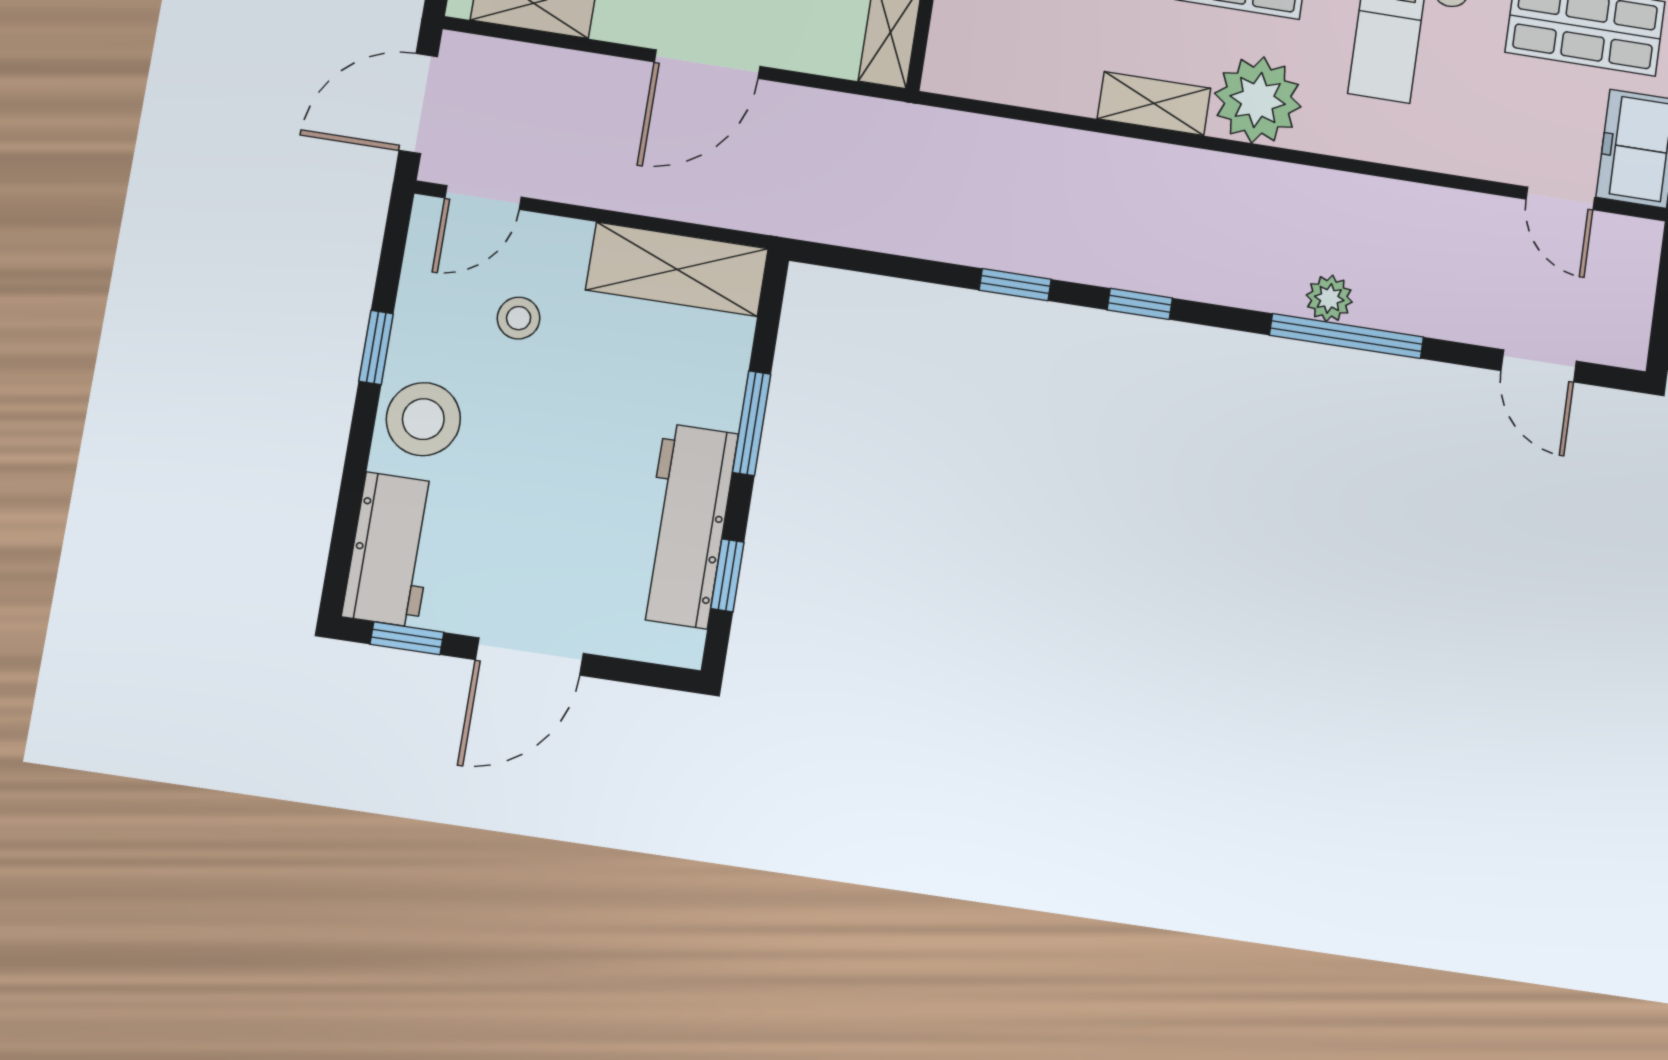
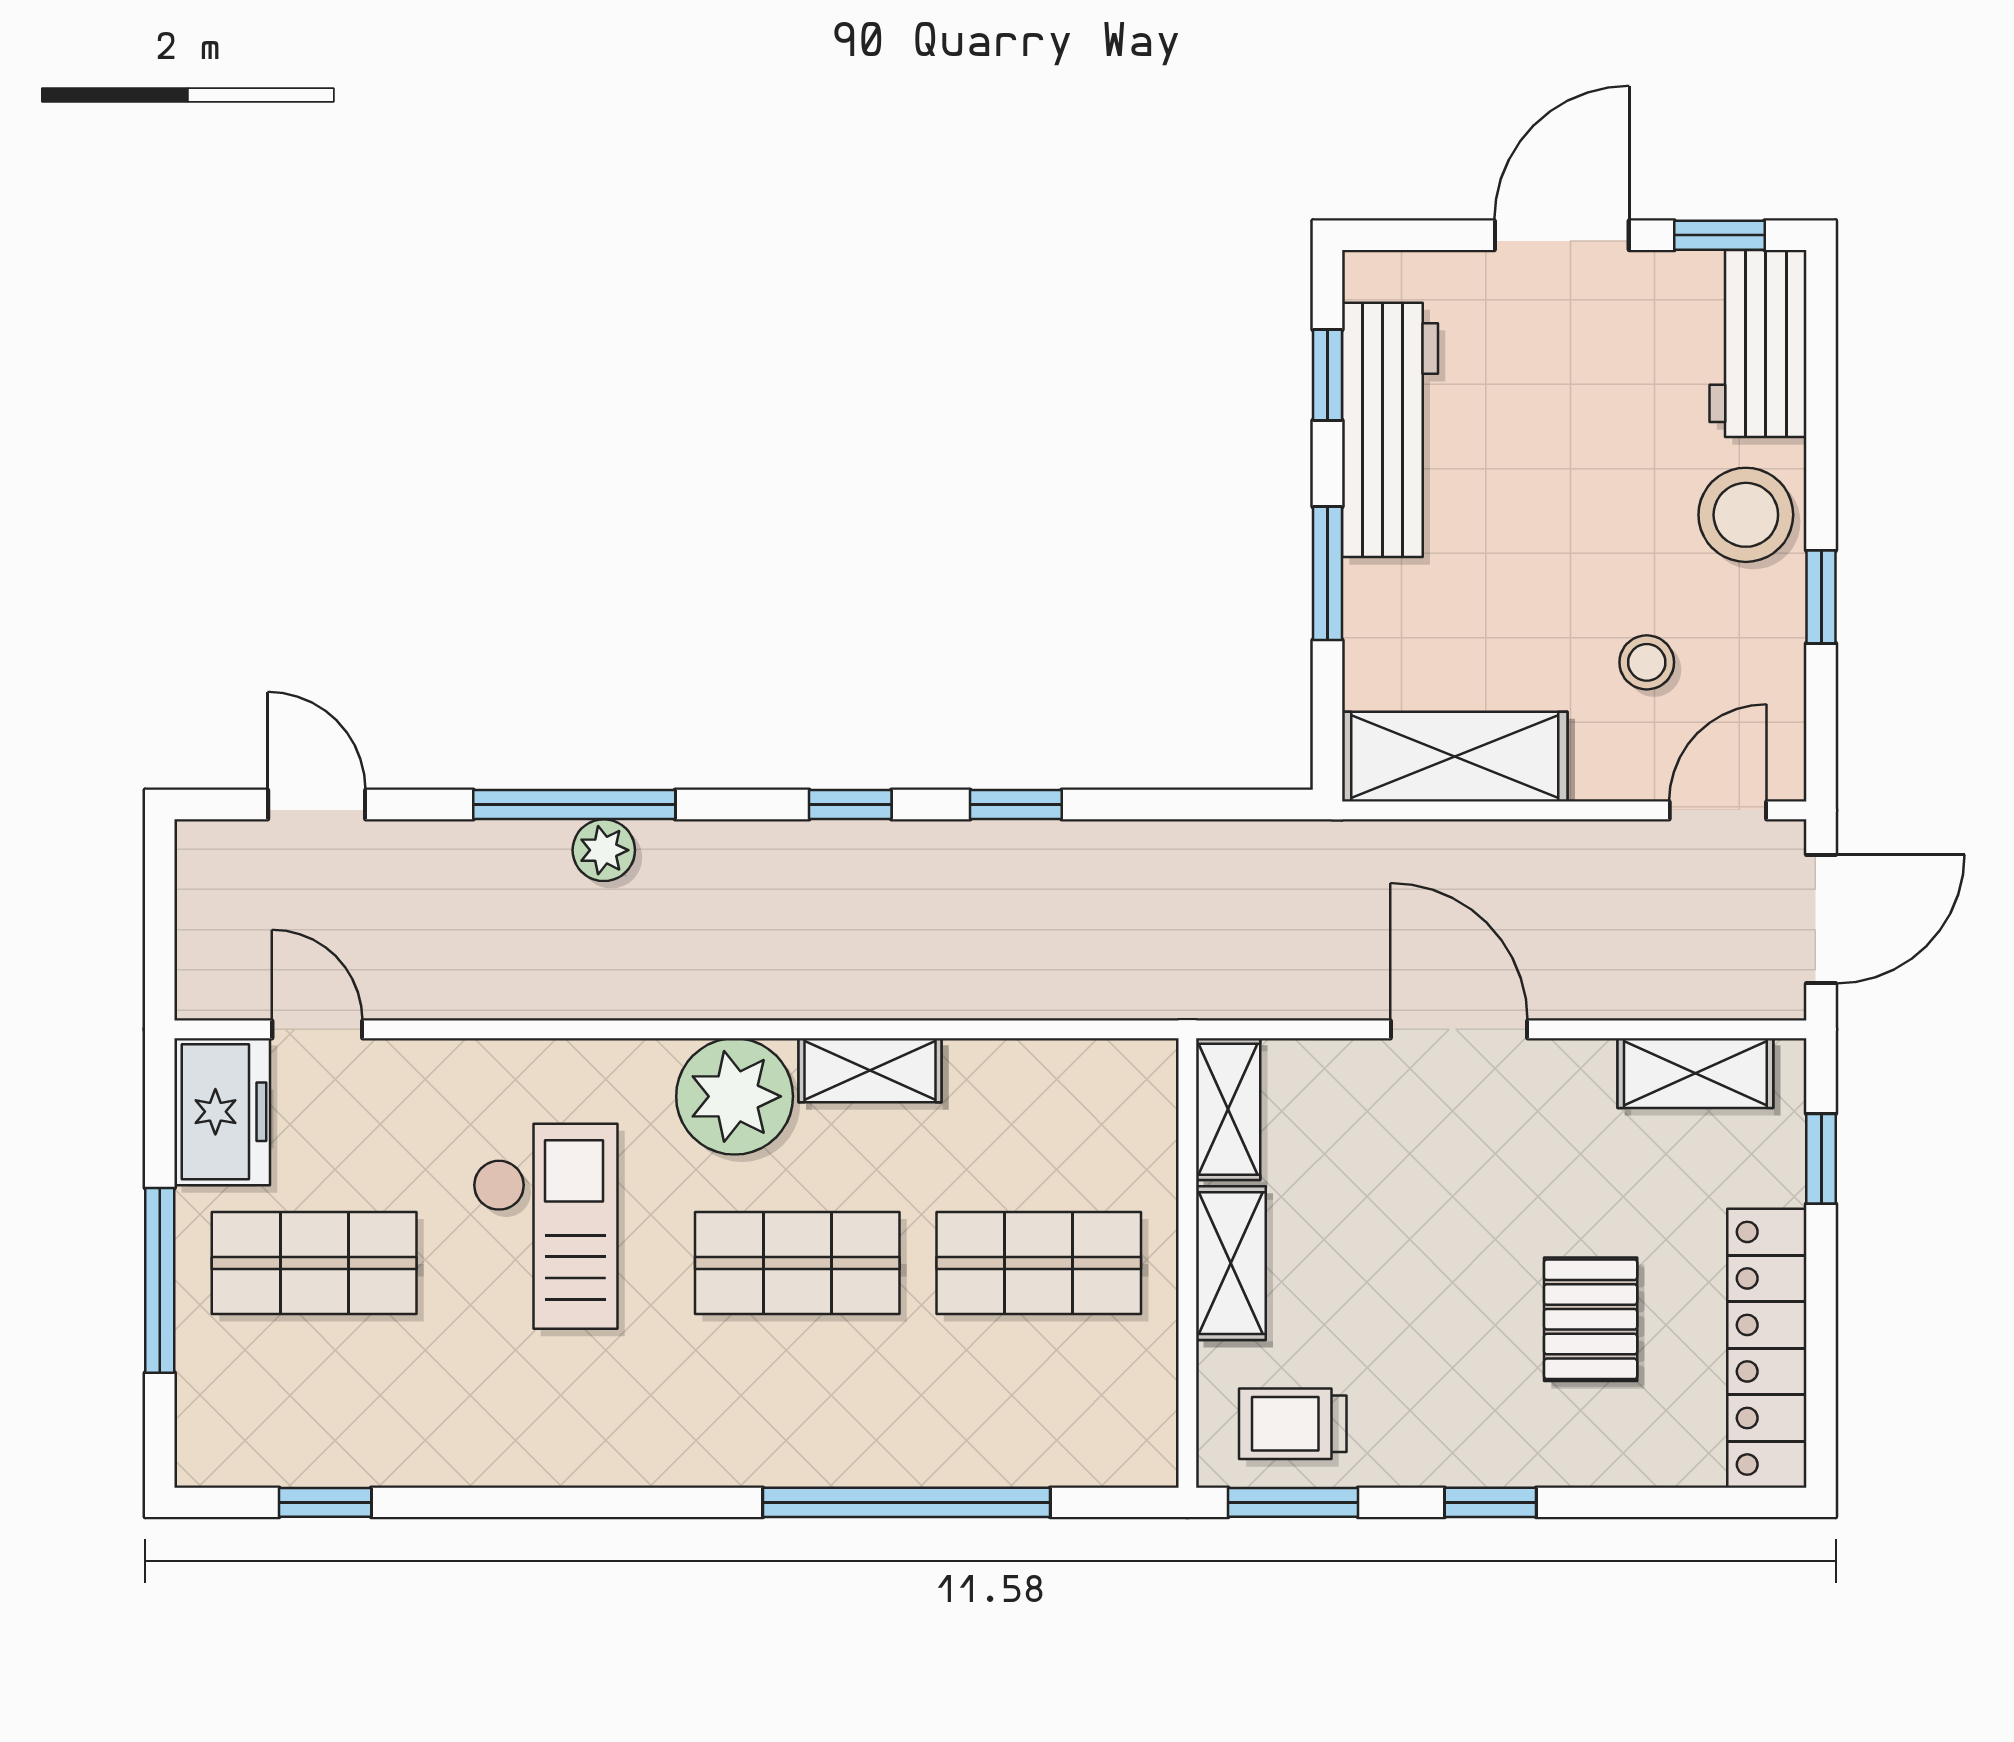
door: (707, 64) -> (1459, 1029), hinge flipped

